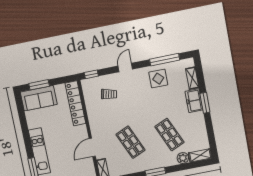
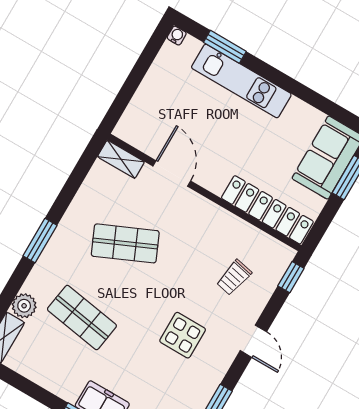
display table: (158, 79) -> (183, 335), moved
shop shelf: (169, 135) -> (82, 318), turned 33

